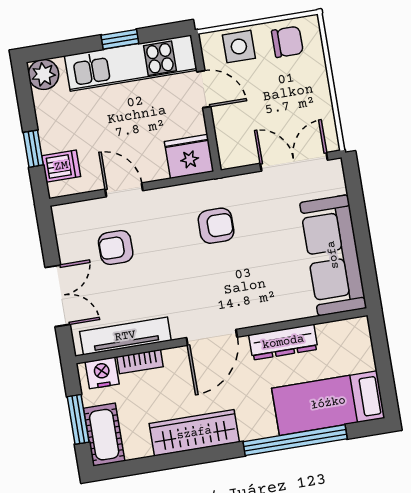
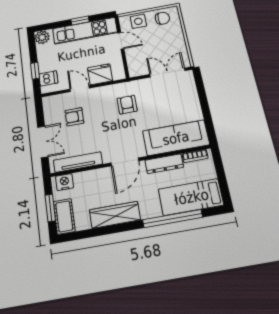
fridge: (189, 156) -> (100, 74), moved
armchair: (216, 226) -> (127, 105), turned -90
sofa: (333, 255) -> (176, 138), moved, turned 90
bookcase: (140, 362) -> (195, 156), moved

